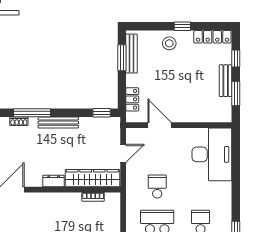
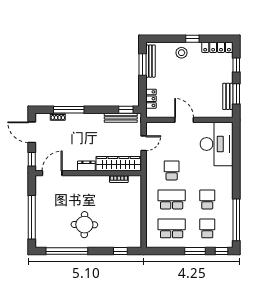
bench: (226, 81) -> (228, 96), moved
bench: (58, 123) -> (121, 118), moved
door: (160, 125) -> (184, 120), moved

